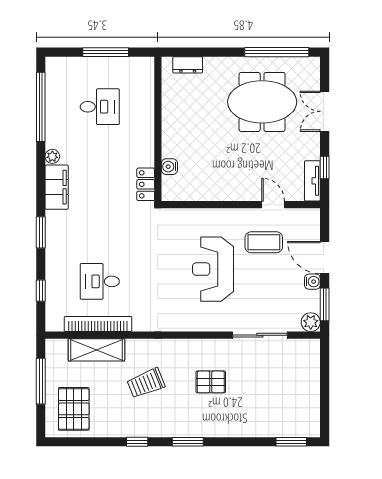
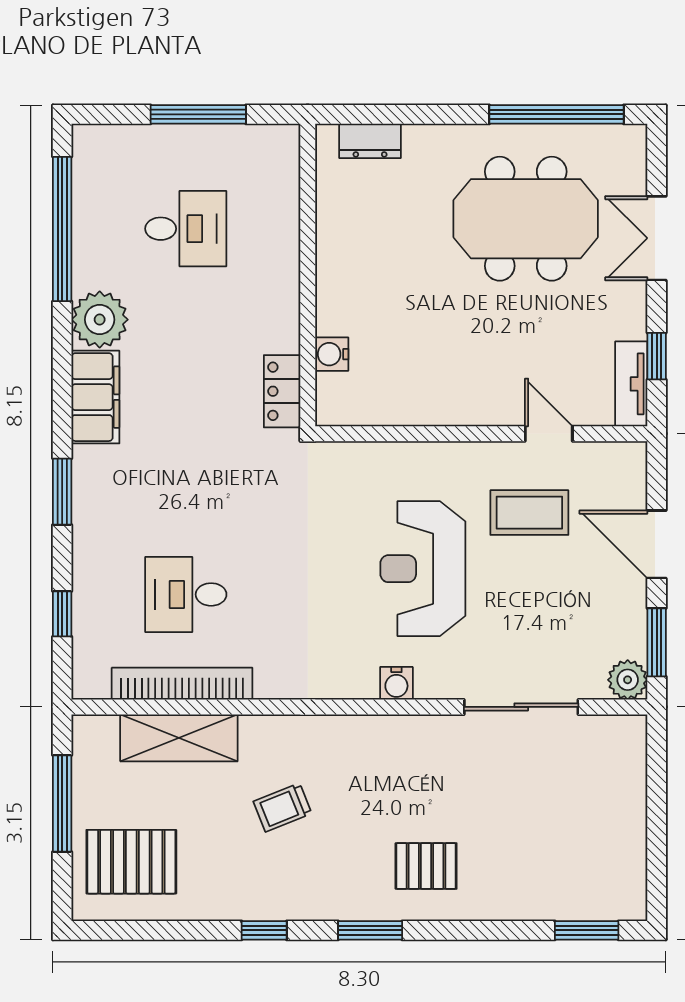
plant: (52, 156) -> (100, 320), width x1.87, depth x1.87
water cooler: (312, 282) -> (396, 683), moved, turned 90
pallet: (211, 382) -> (426, 866), moved
trolley: (146, 383) -> (282, 807), width x0.73, depth x0.72
pallet: (74, 409) -> (131, 862), turned 90

